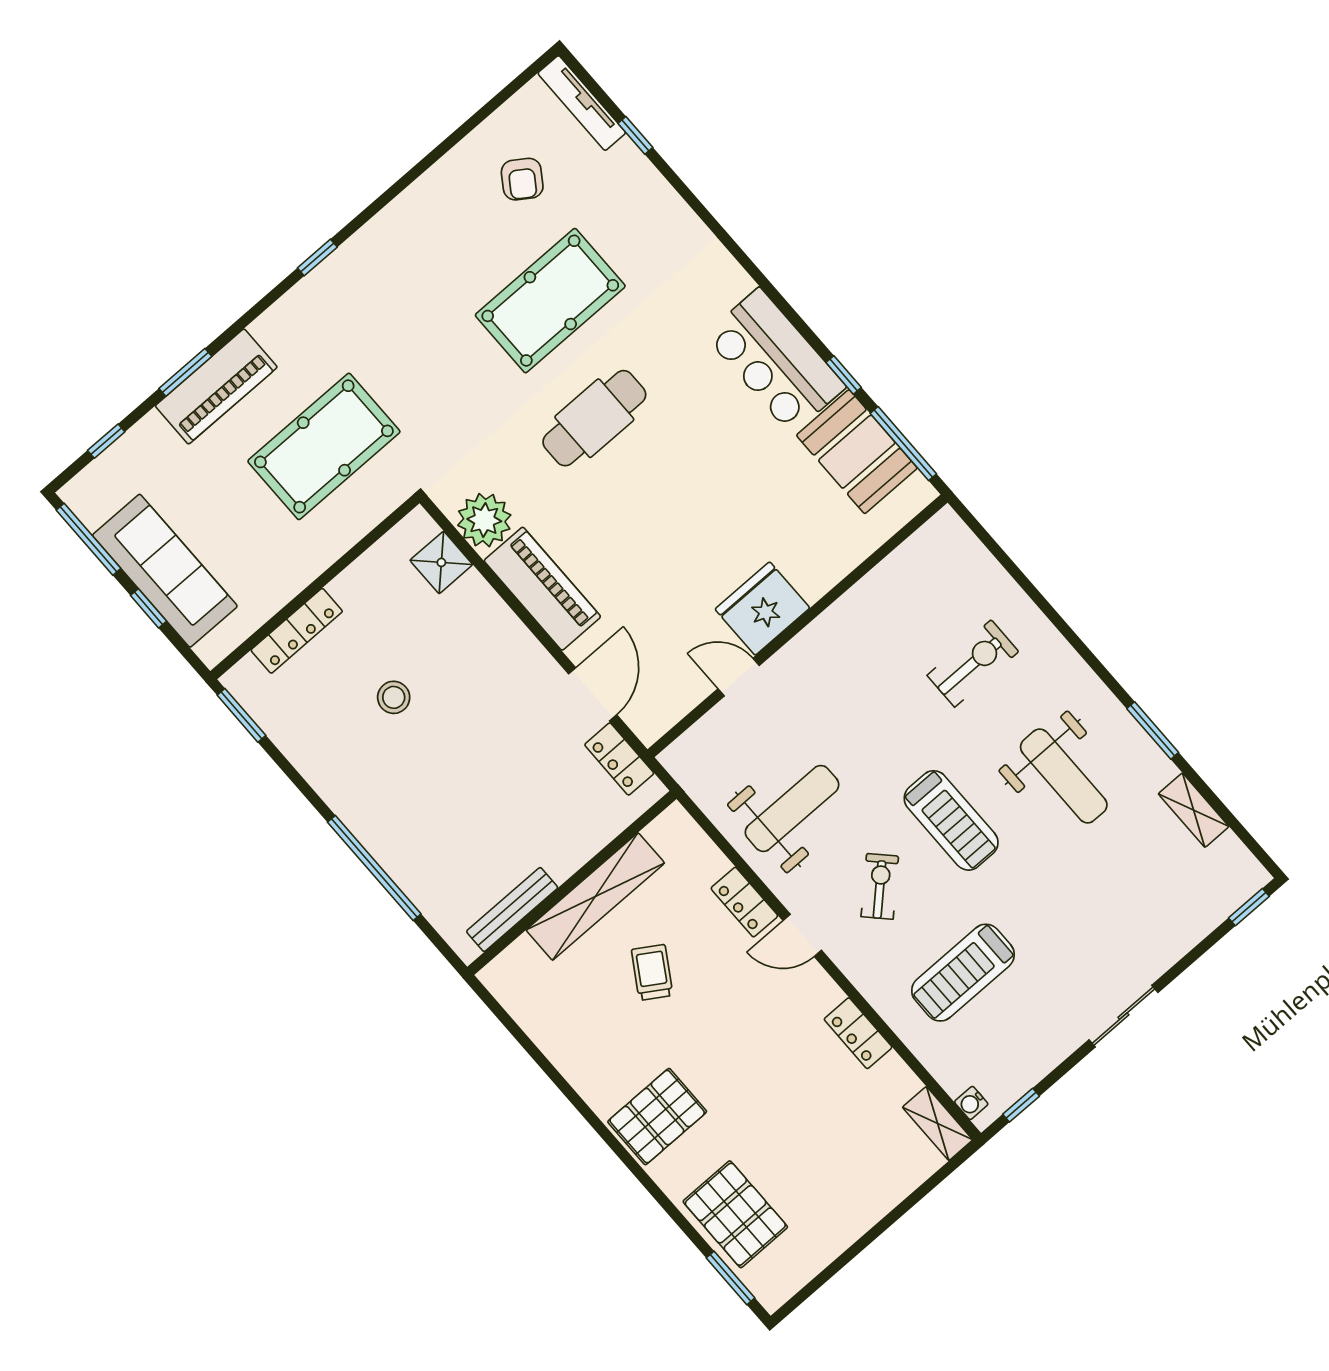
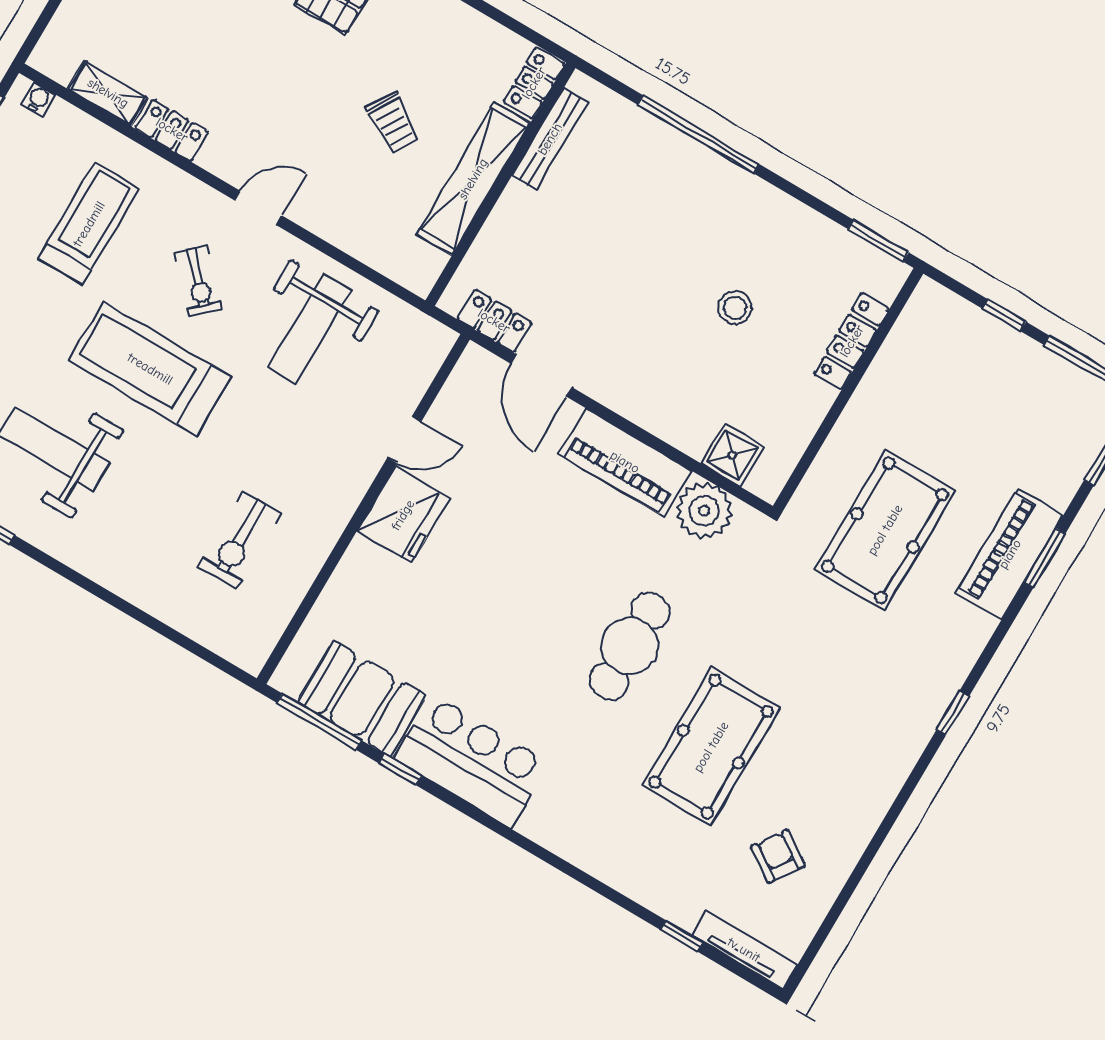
sofa: (165, 571) -> (1000, 357), removed
exercise bike: (973, 663) -> (240, 540), moved
treadmill: (951, 820) -> (150, 369), width x1.37, depth x1.38
locker: (744, 902) -> (534, 83), moved, turned -90
shelving: (938, 1124) -> (108, 93), moved

